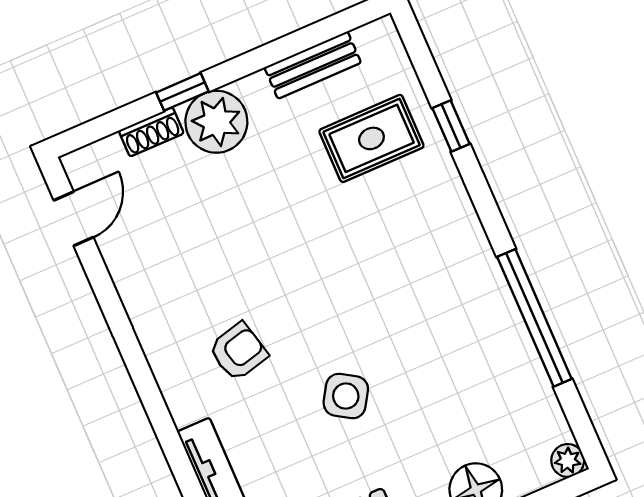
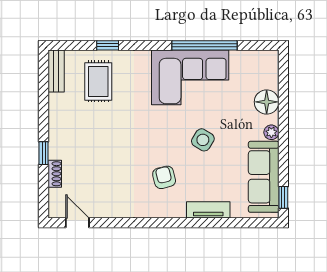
bench: (313, 65) -> (56, 71), moved
plant: (216, 122) -> (63, 144), removed
corner sofa: (458, 317) -> (190, 77), added
plant: (568, 461) -> (271, 58), removed

